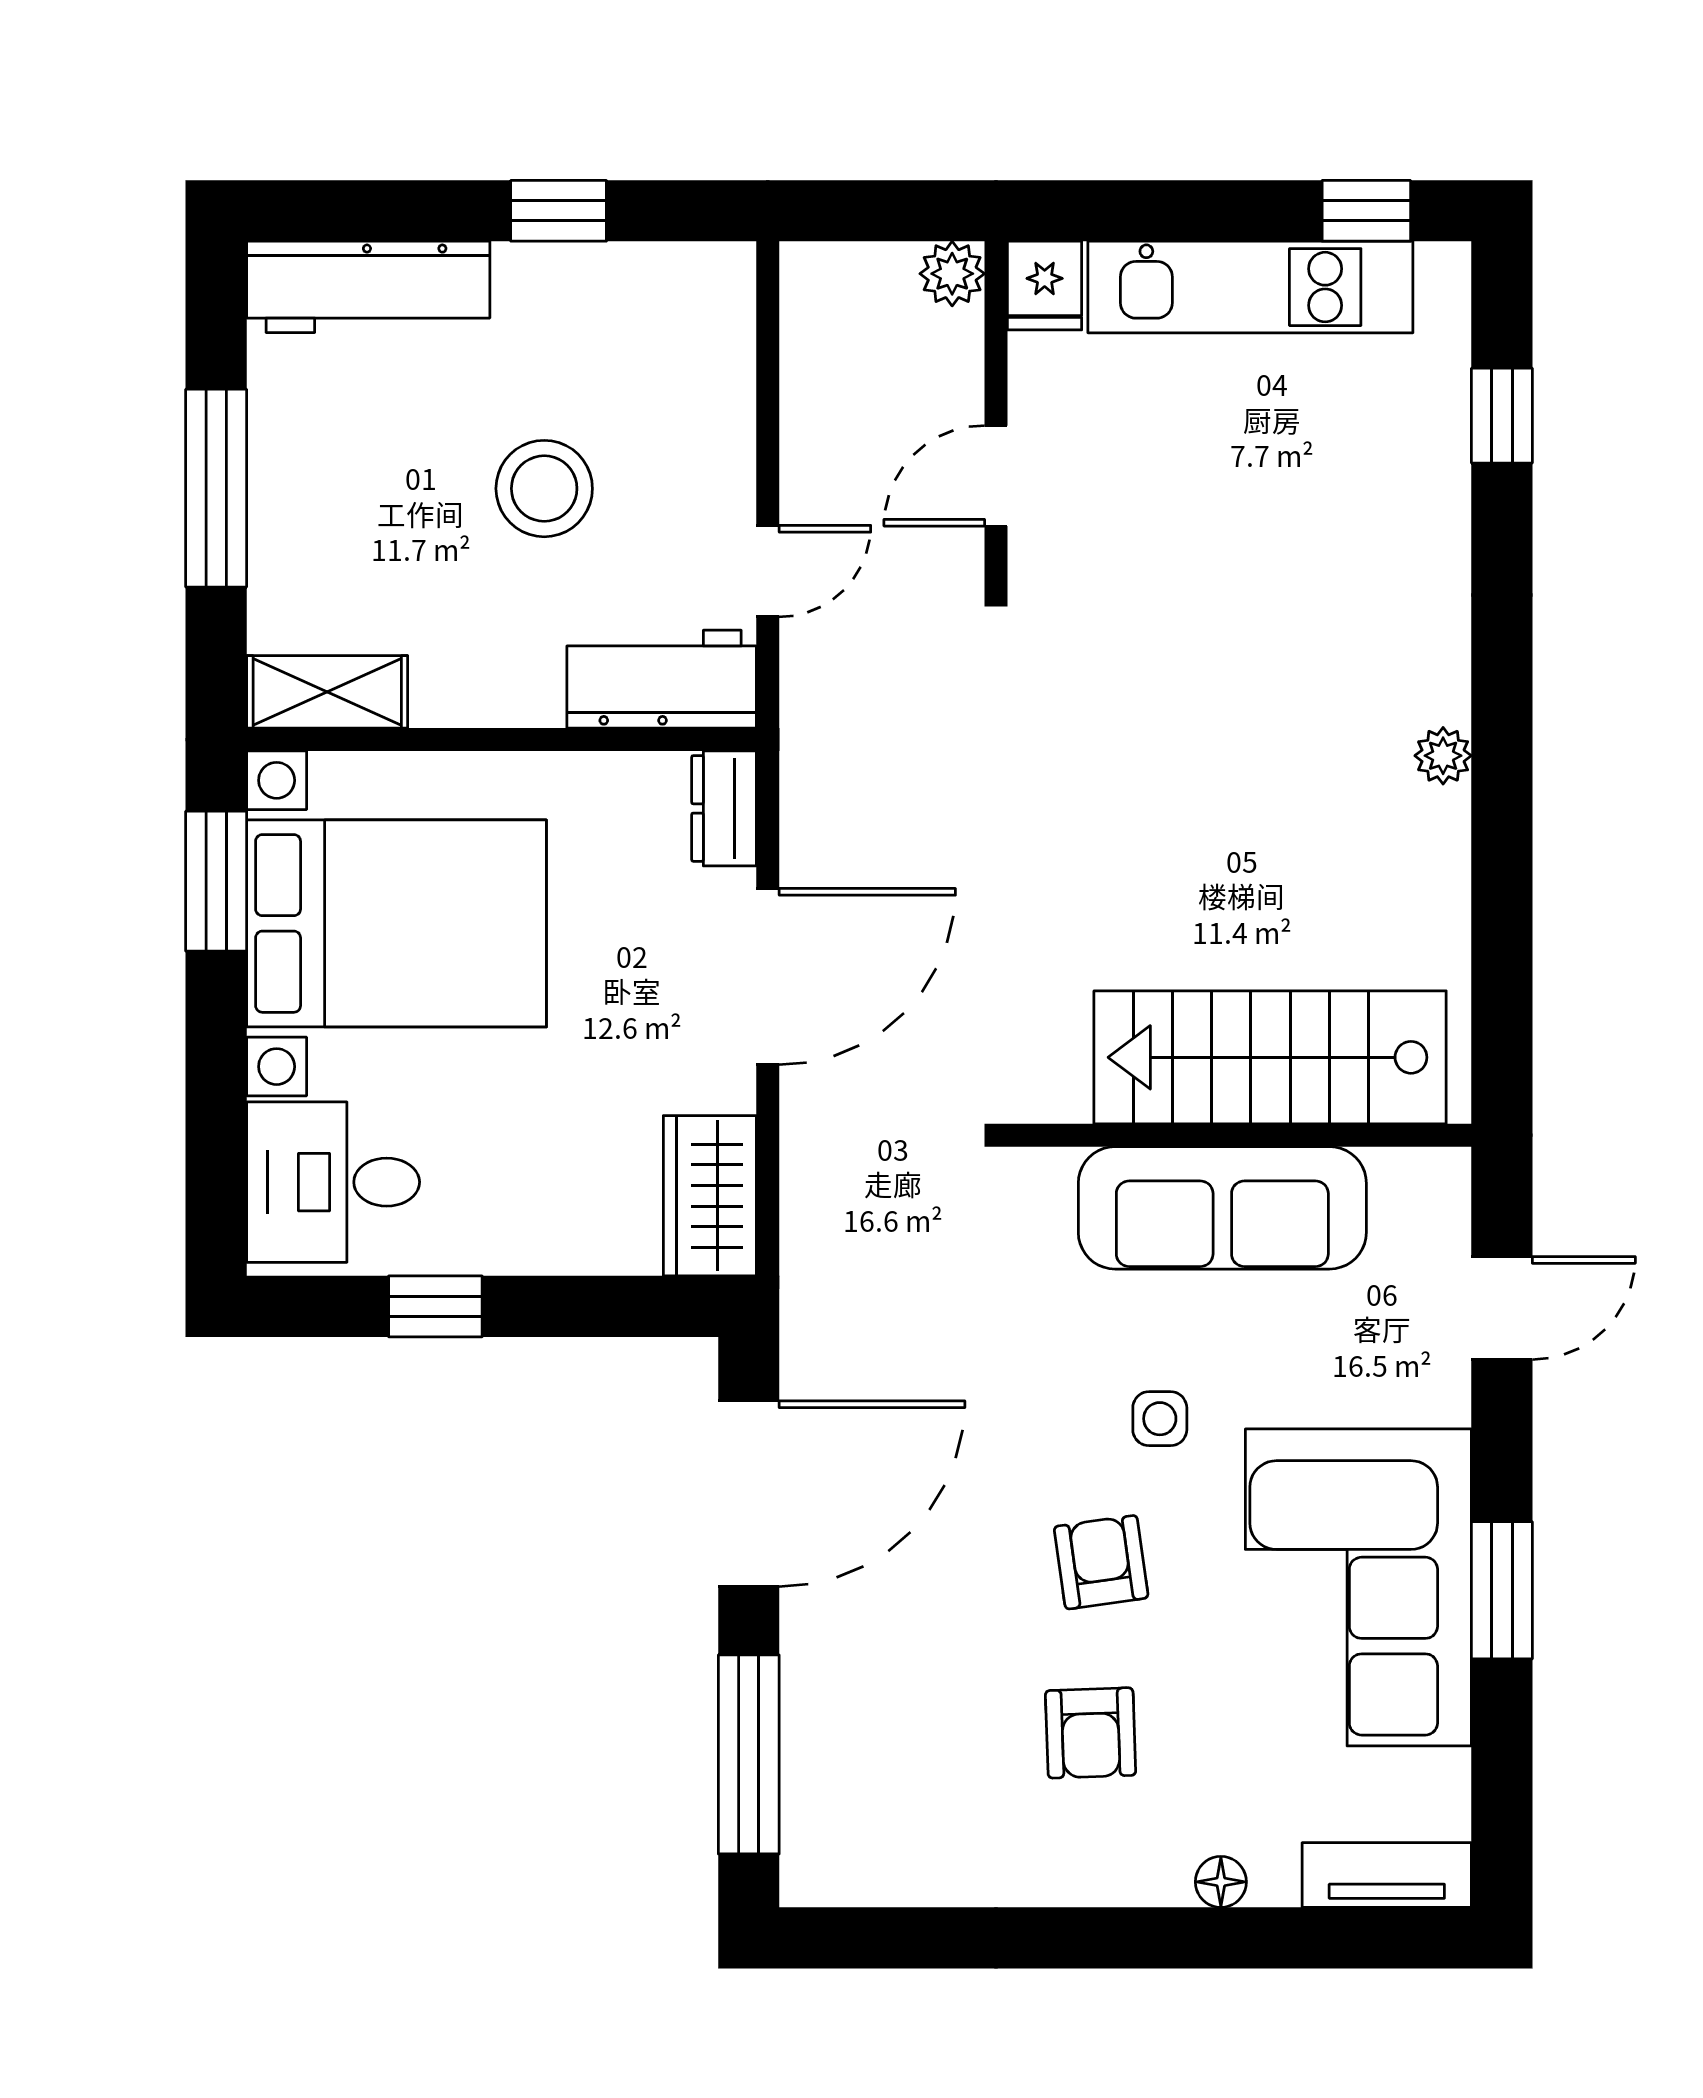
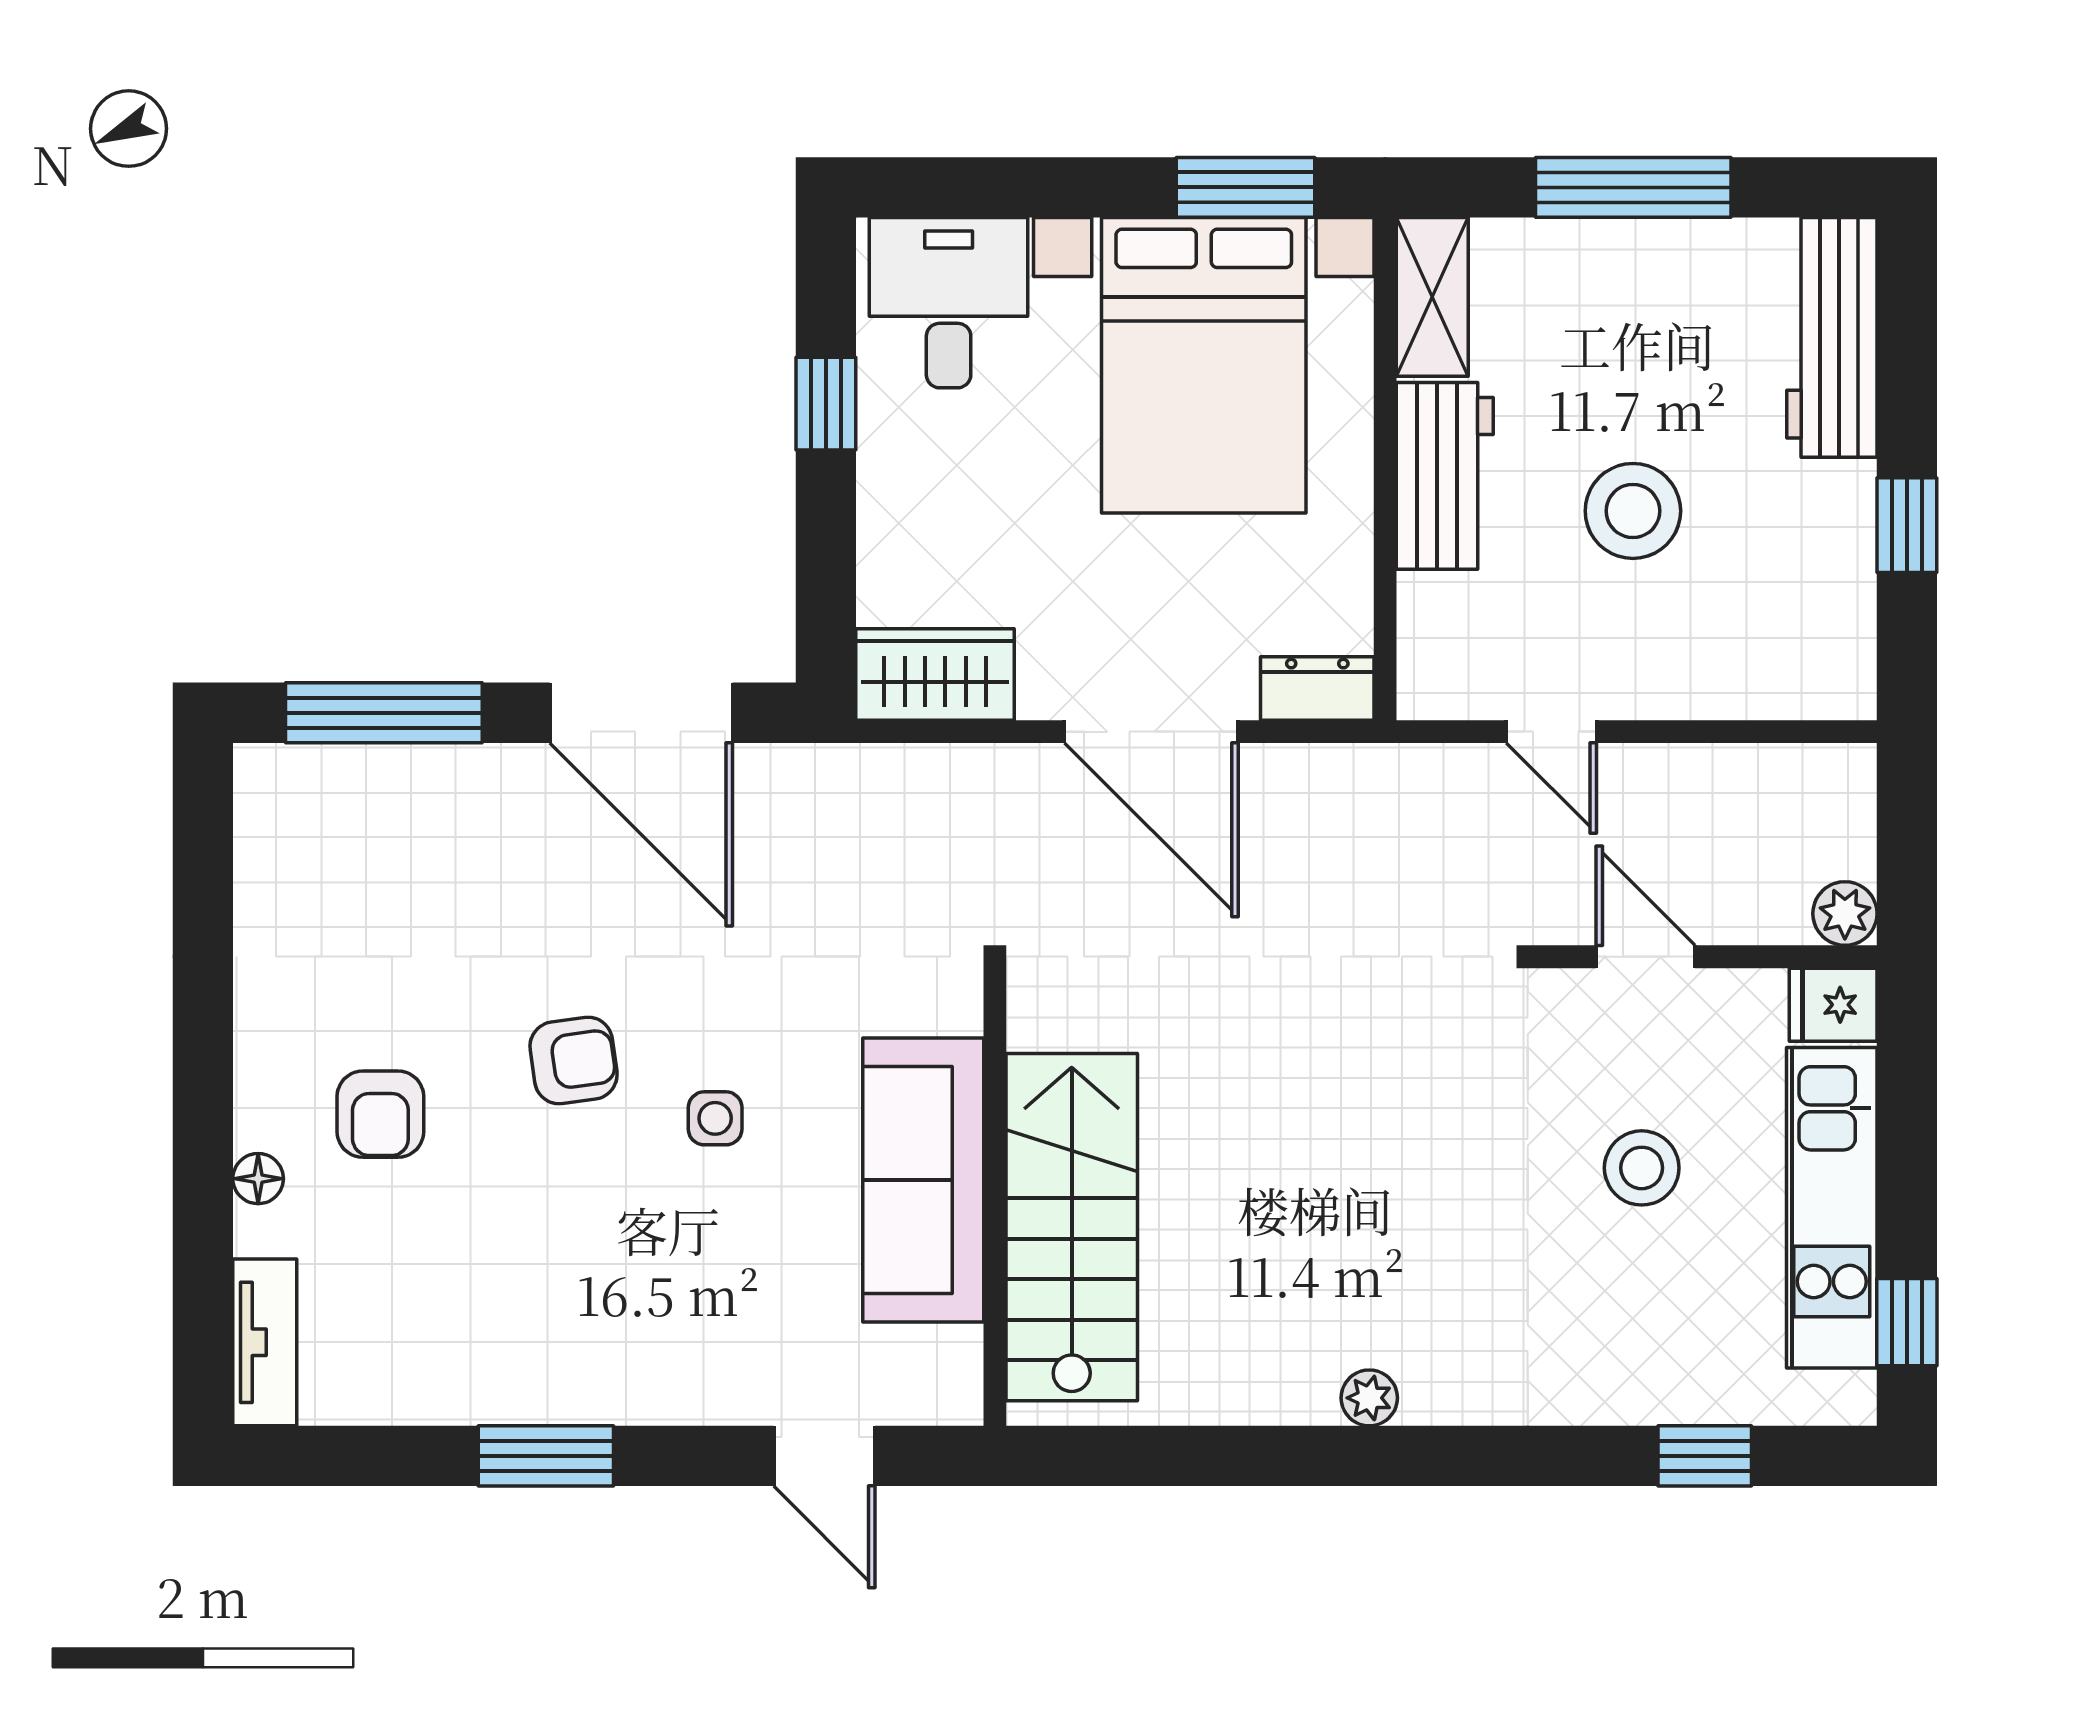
stool: (1210, 480) -> (1642, 1168), added
workbench: (662, 679) -> (1445, 476), moved
corner sofa: (1358, 1587) -> (549, 1314), removed
armchair: (1091, 1733) -> (380, 1114), moved, turned -88

